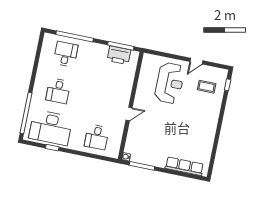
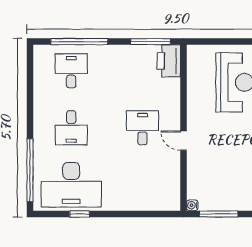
printer: (119, 55) -> (169, 61), moved, turned 90
door: (129, 114) -> (184, 141), swing flipped
desk: (97, 137) -> (142, 128), moved, turned 180

